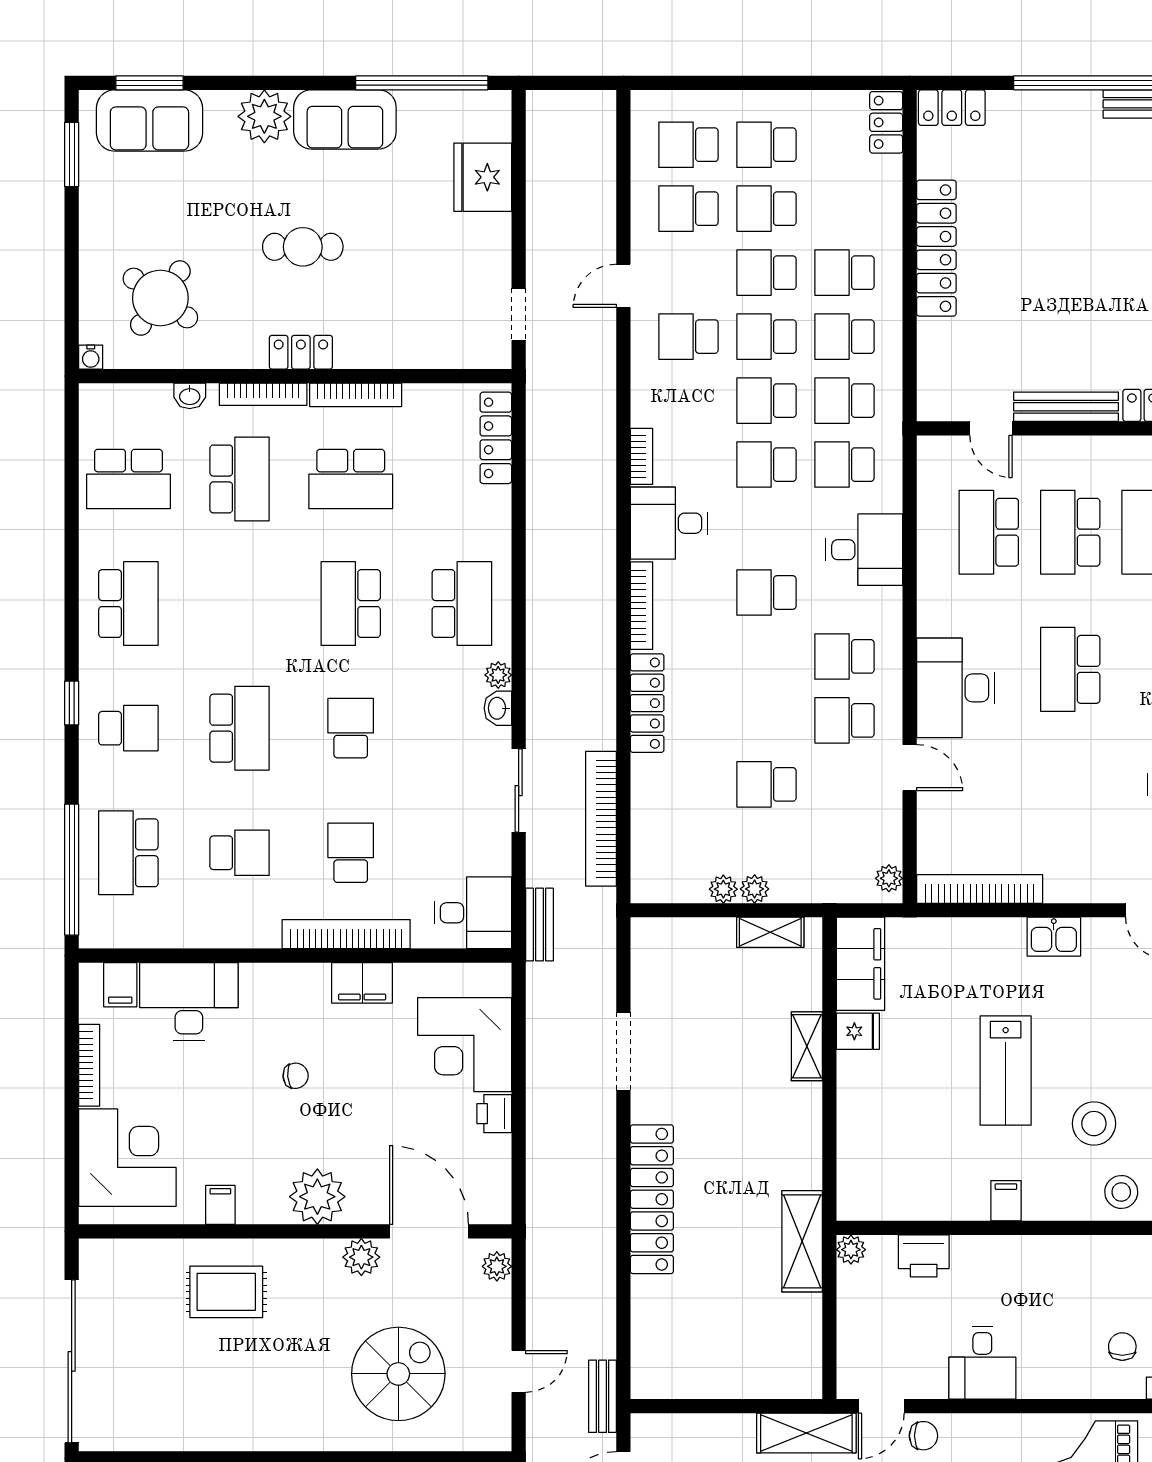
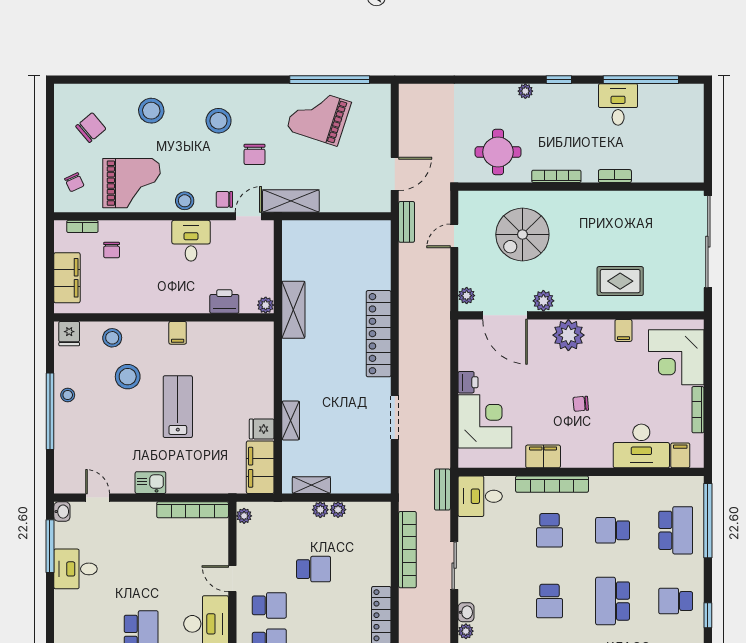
stool: (994, 1433) -> (185, 201), added

